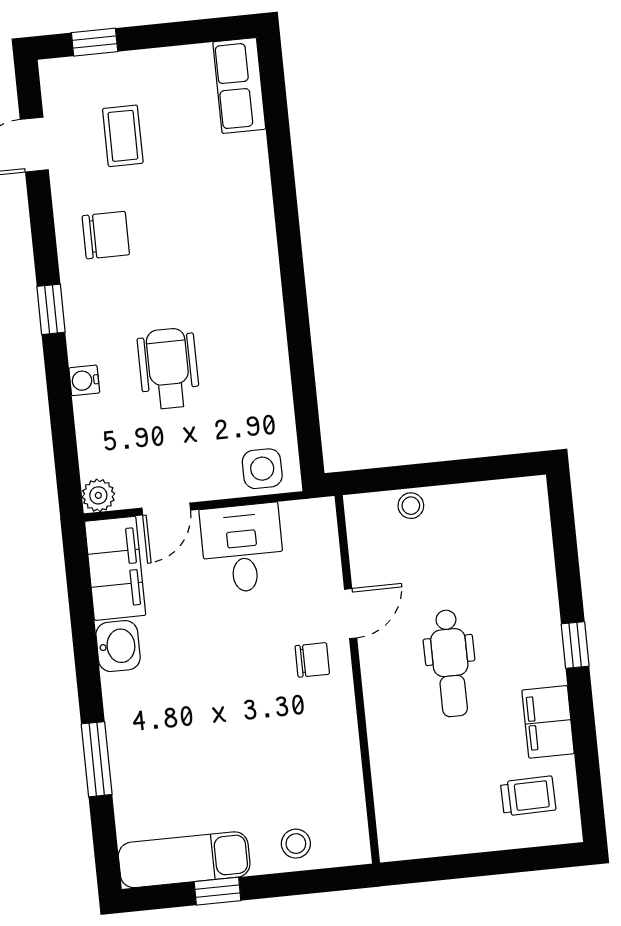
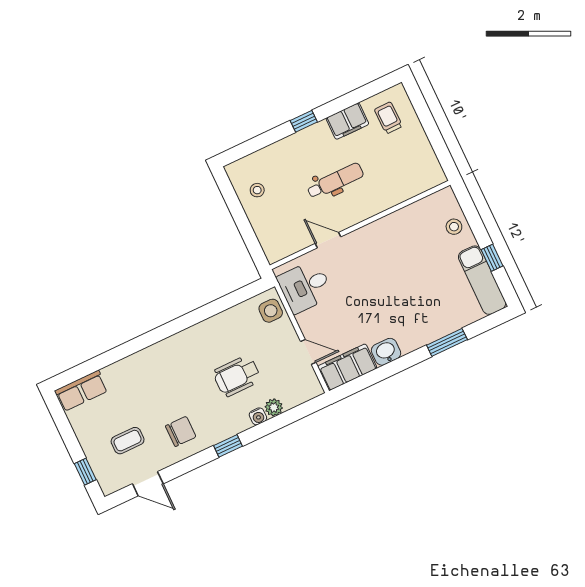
chair: (106, 235) -> (181, 431), turned 90
plant: (98, 495) -> (274, 407), moved
stool: (411, 506) -> (257, 190), moved
desk: (242, 548) -> (305, 287), moved
chair: (312, 660) -> (358, 251), removed

